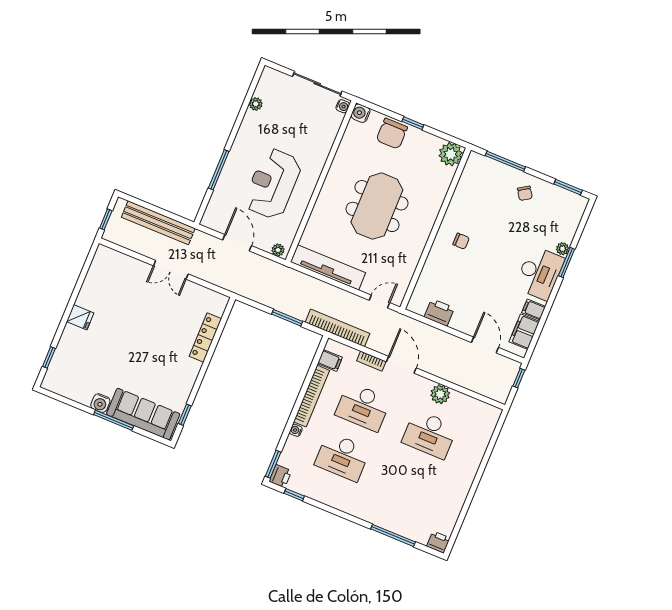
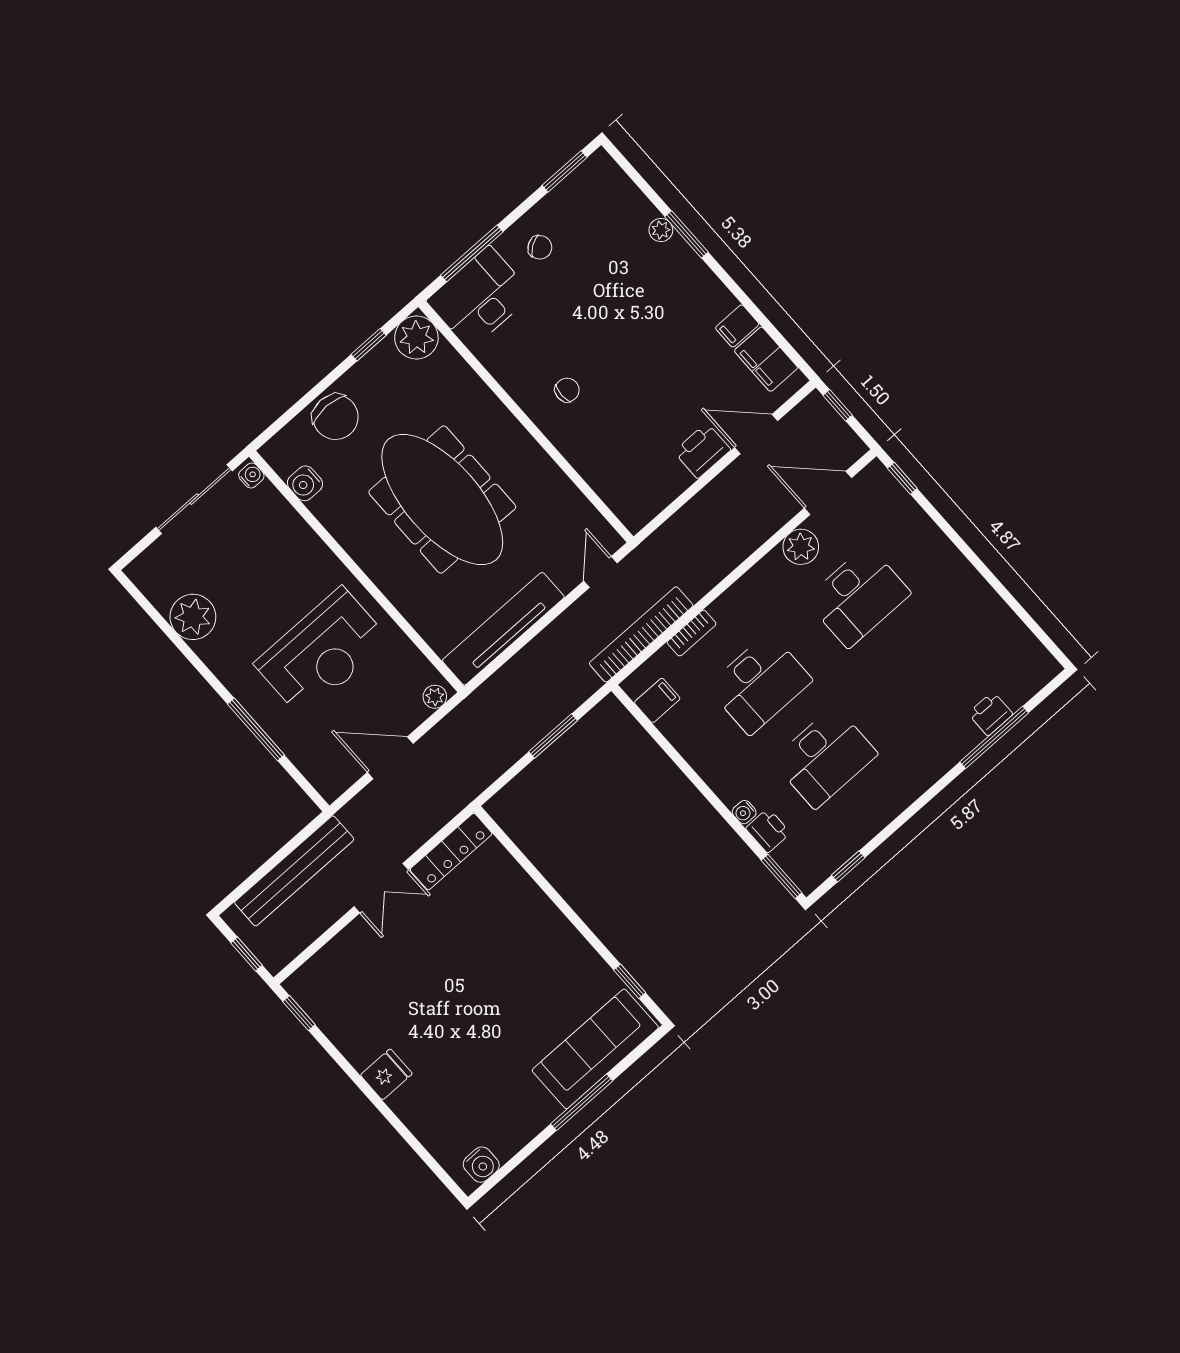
plant: (256, 104) -> (193, 617), width x1.88, depth x1.88
water cooler: (361, 113) -> (305, 483), moved
window: (413, 123) -> (369, 345), moved
reception desk: (273, 184) -> (322, 652), turned -90
meeting table: (377, 206) -> (442, 500), width x1.36
desk: (540, 273) -> (480, 298), moved, turned -90
printer: (439, 312) -> (702, 451), moved
bookcase: (338, 328) -> (641, 634), moved
locker: (205, 338) -> (451, 852), moved, turned -90
window: (49, 357) -> (299, 1013), moved
door: (401, 365) -> (828, 493), moved
bookcase: (311, 396) -> (701, 759), removed
water cooler: (100, 403) -> (481, 1165), moved
window: (498, 428) -> (902, 478), added
printer: (280, 476) -> (768, 831), moved
printer: (438, 542) -> (990, 714), moved

